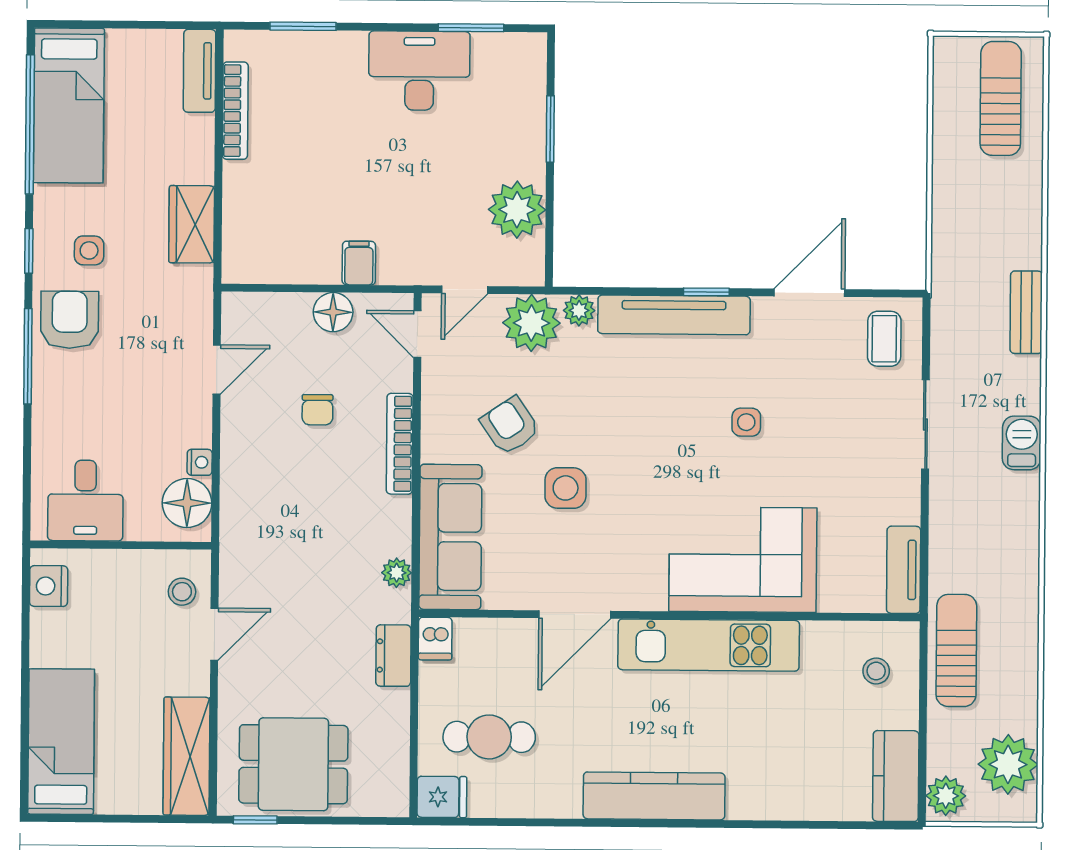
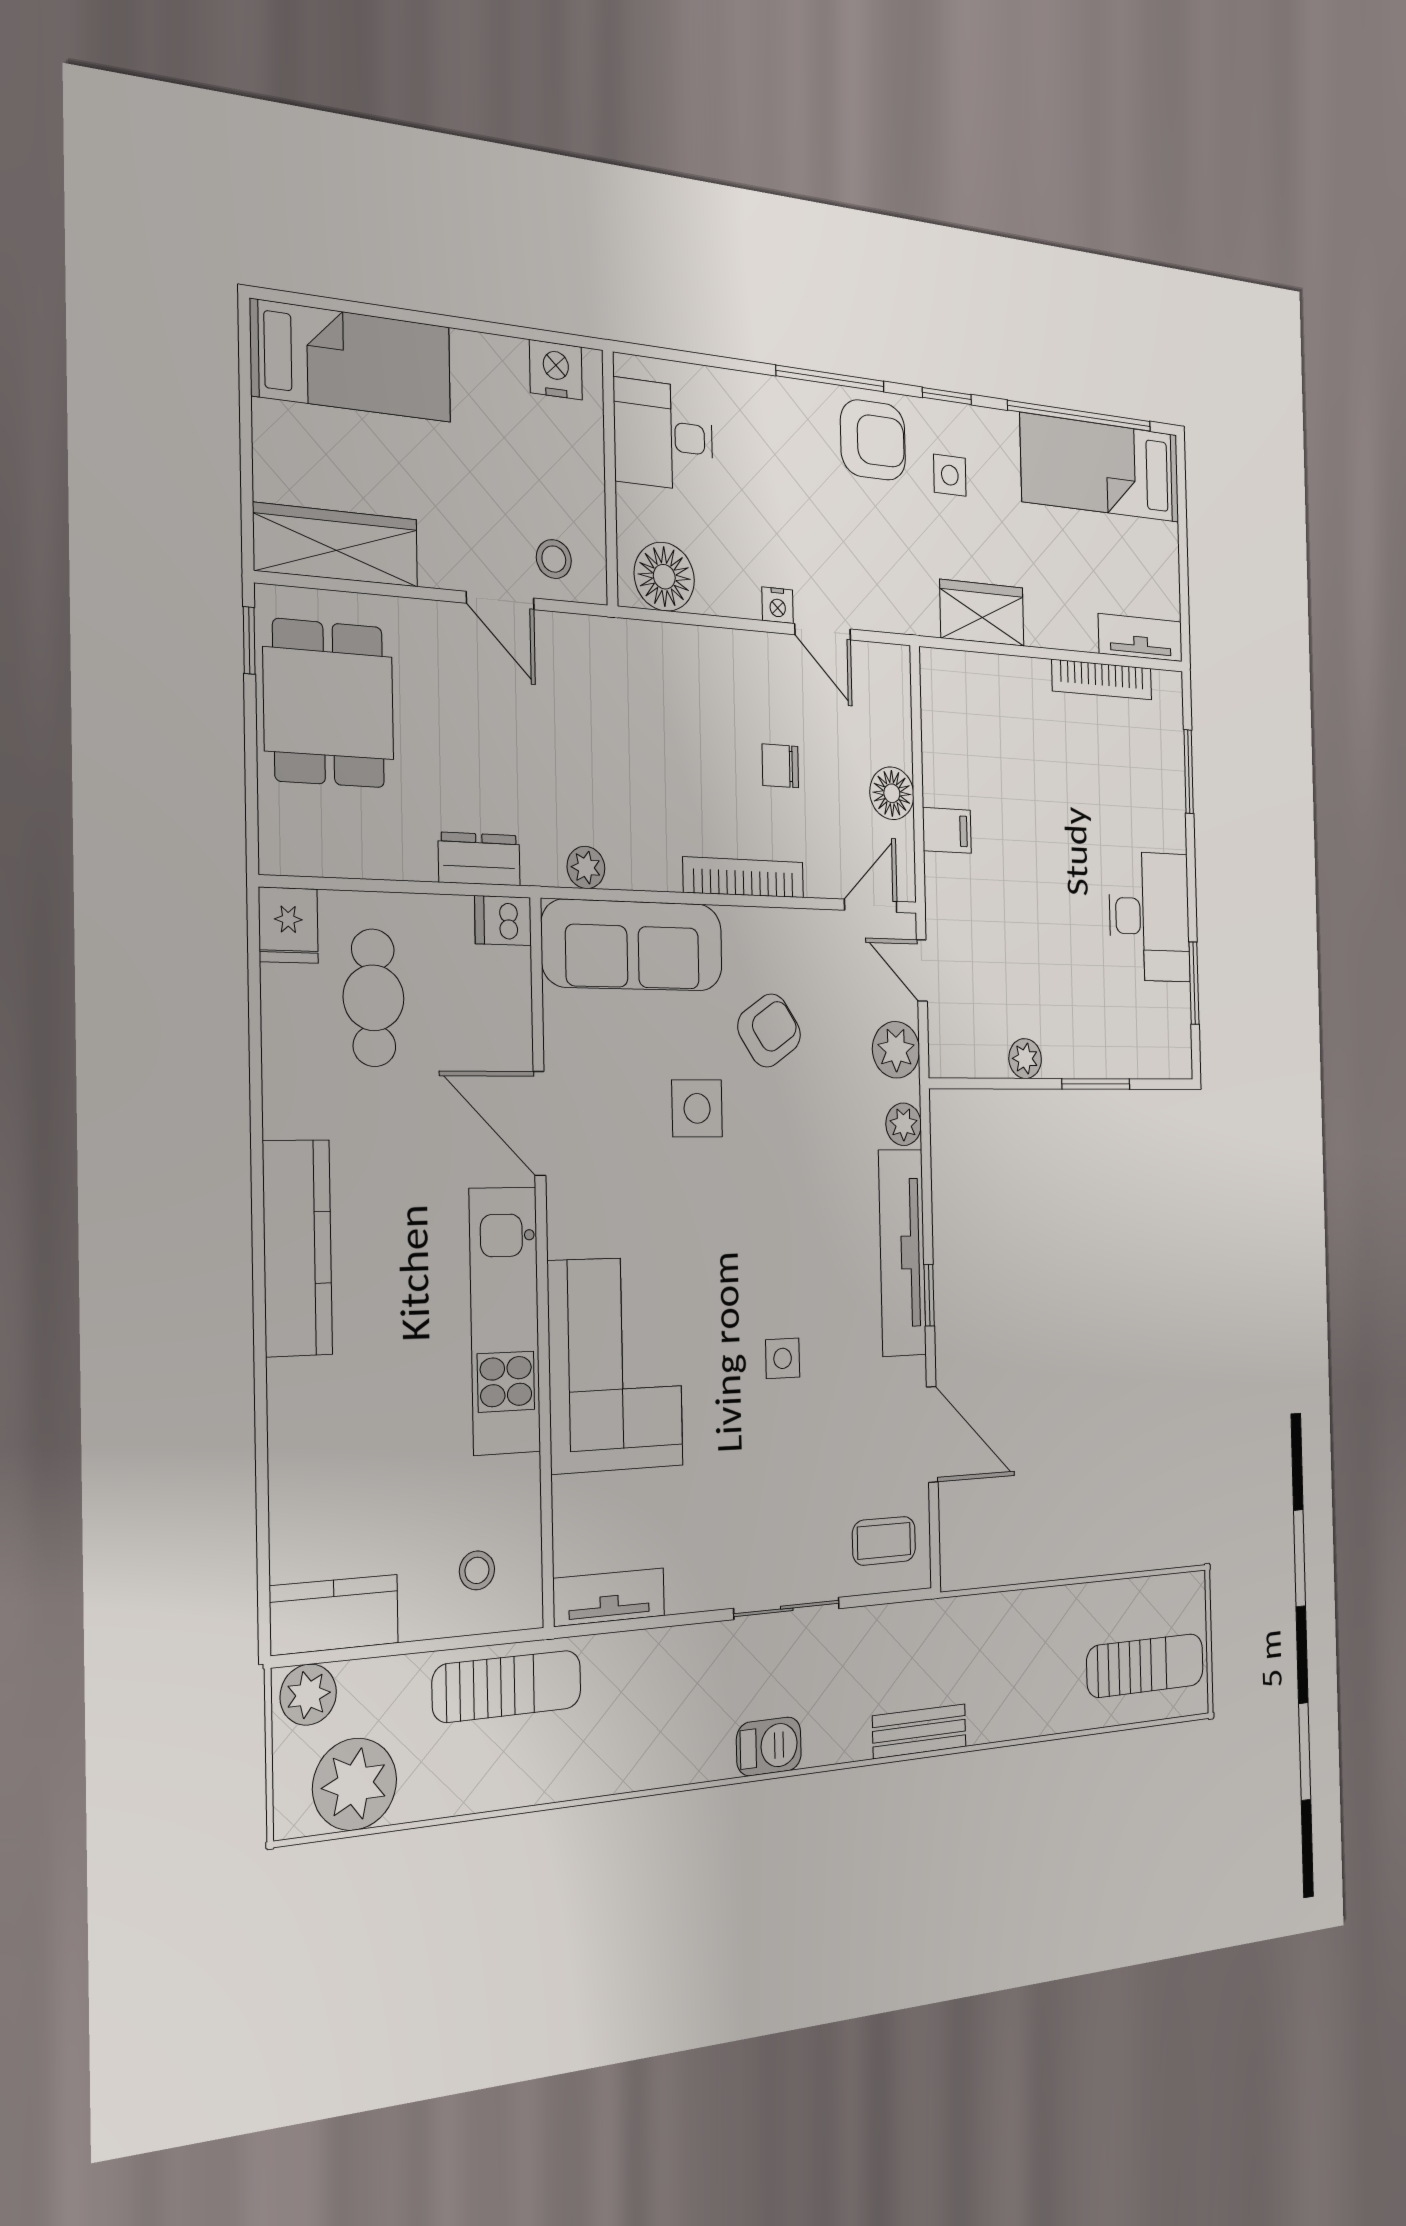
plant: (517, 210) -> (1025, 1059), width x0.53, depth x0.53
plant: (531, 323) -> (896, 1050), width x0.73, depth x0.73
nightstand: (200, 462) -> (778, 605), moved

